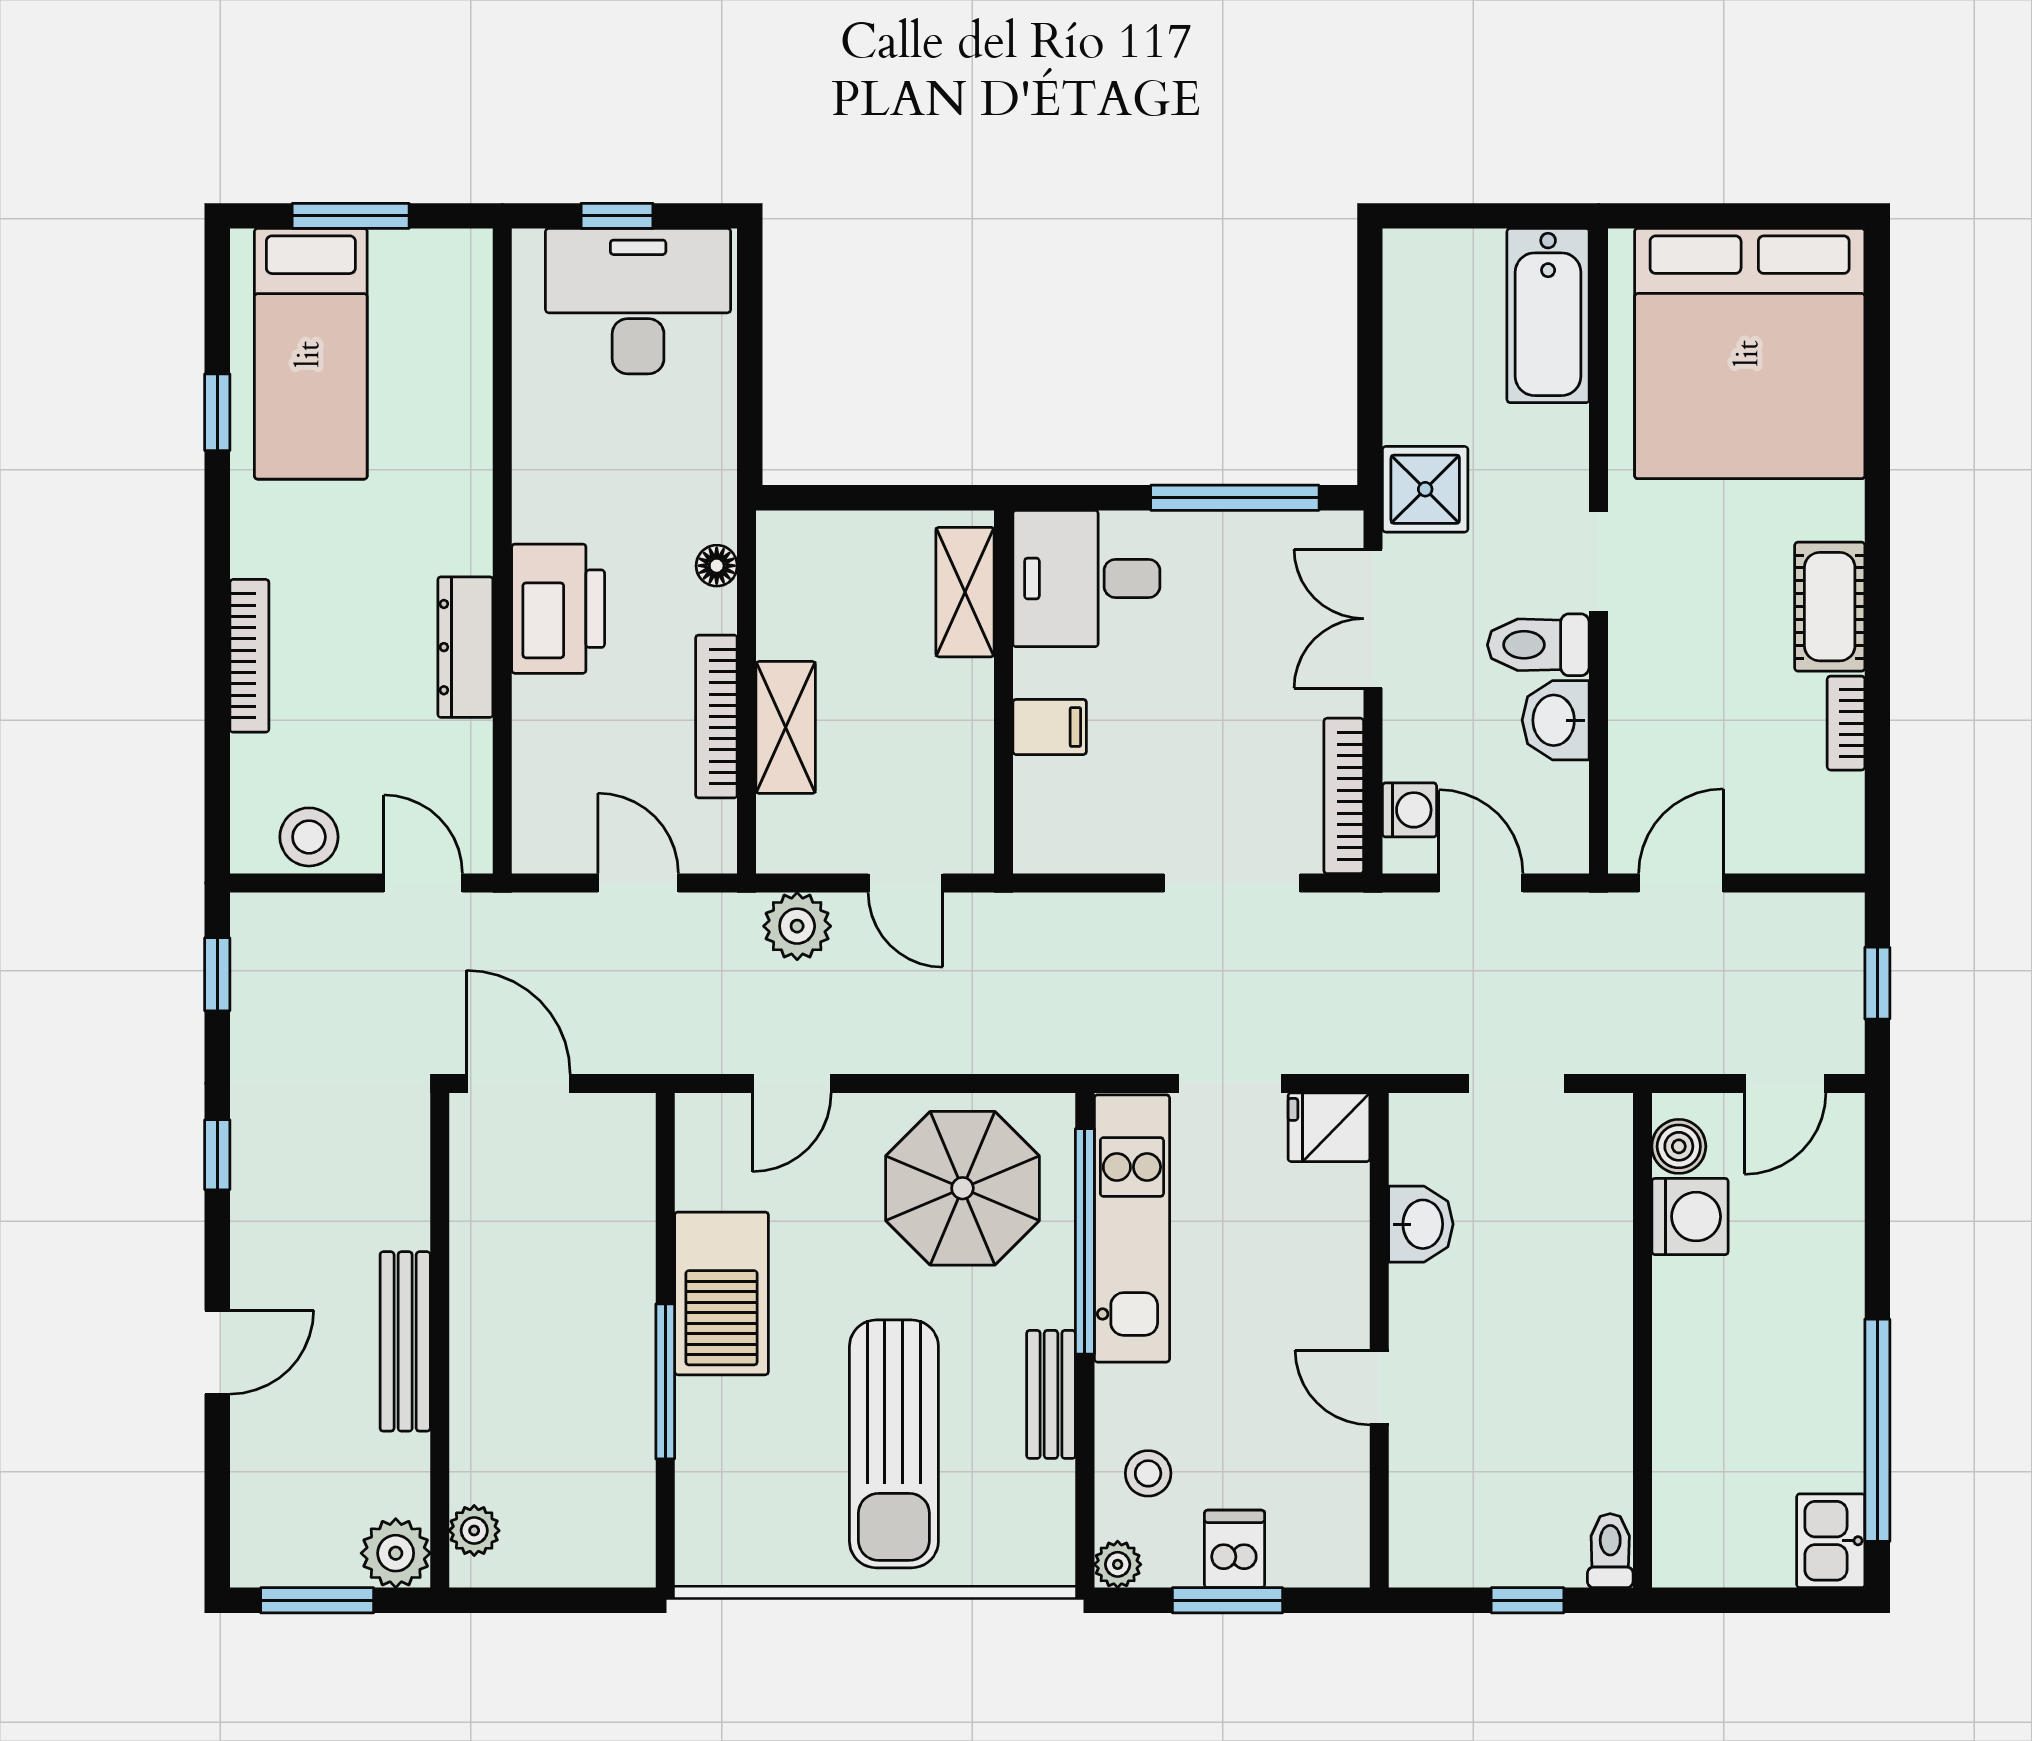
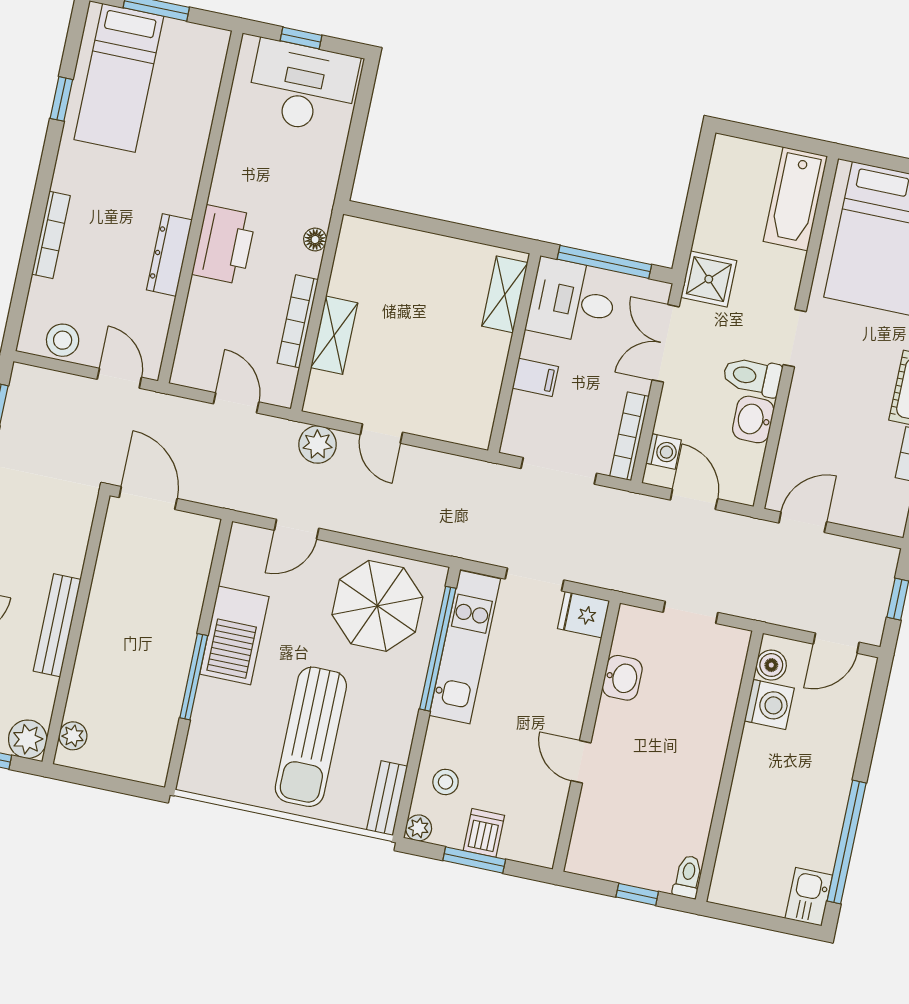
desk: (1086, 578) -> (572, 301), moved
shelving: (965, 592) -> (505, 294), moved
wall: (1003, 692) -> (514, 353), moved
filing cabinet: (1050, 727) -> (535, 377), moved
bench: (1051, 1394) -> (387, 798), moved

